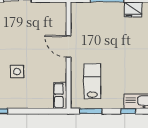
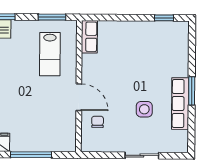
chair: (53, 27) -> (98, 122), added
side table: (17, 71) -> (144, 109), moved

